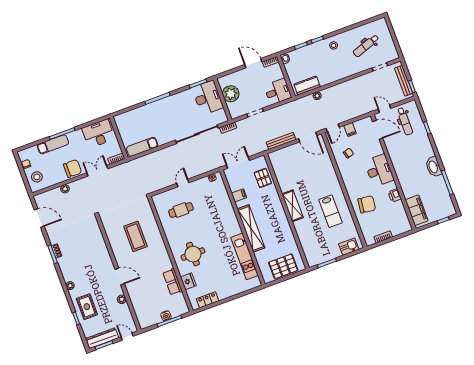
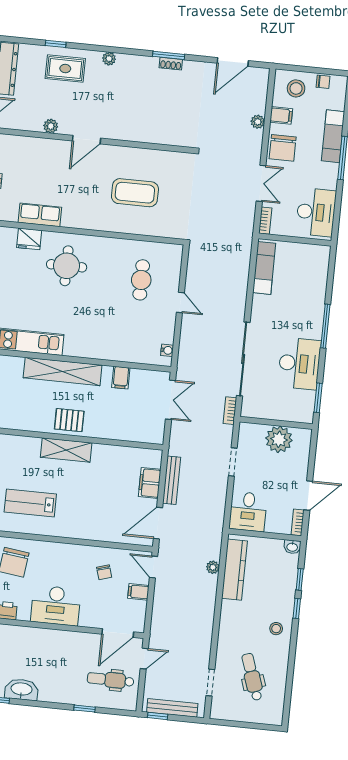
kitchen counter: (307, 86) -> (234, 570), width x1.50
desk: (208, 98) -> (299, 364), moved, turned -90
filing cabinet: (288, 152) -> (150, 483), added
filing cabinet: (55, 178) -> (281, 115), added
pallet: (263, 178) -> (69, 420), moved

